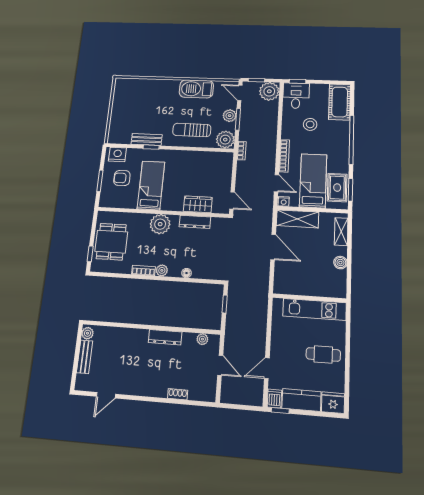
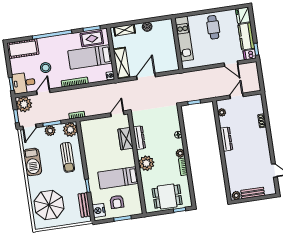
parasol: (140, 98) -> (49, 205), added
bench: (147, 140) -> (84, 205), moved
door: (276, 183) -> (43, 92), moved

